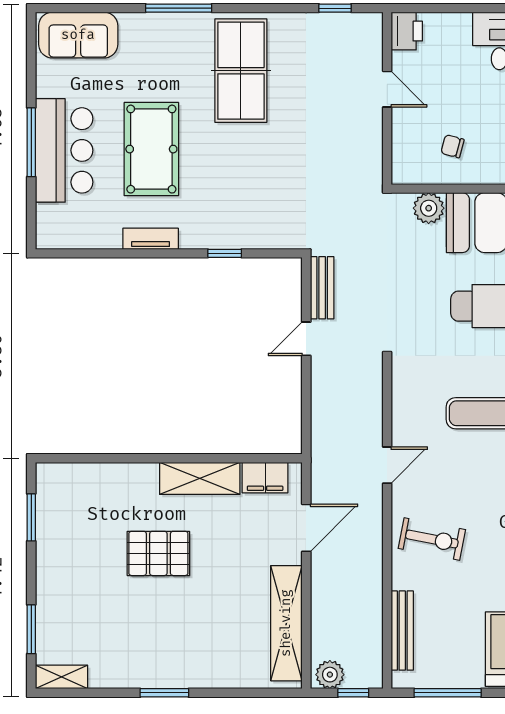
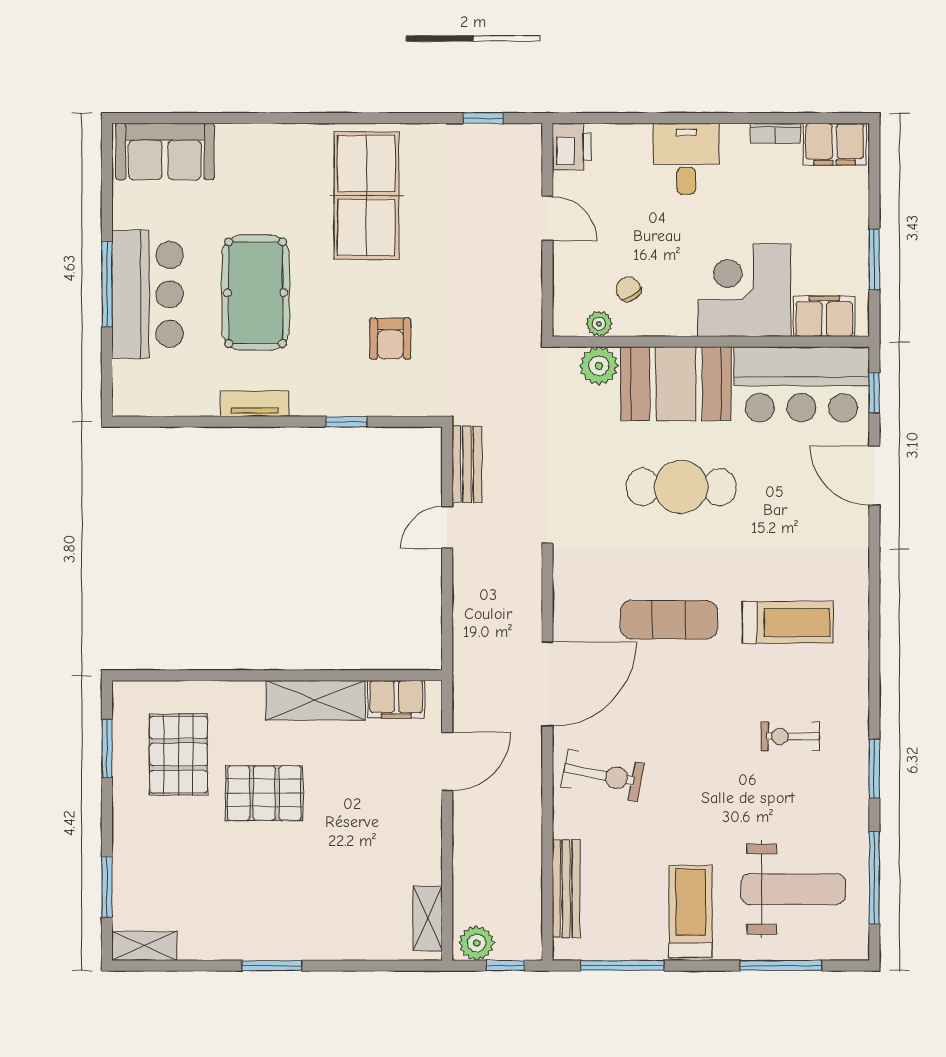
window: (179, 8) -> (289, 118), removed
chair: (452, 146) -> (628, 289), turned 43
plant: (429, 174) -> (599, 324), added
armchair: (260, 186) -> (390, 339), added
door: (387, 465) -> (547, 684), width x1.88
pallet: (89, 522) -> (179, 755), added
shelving: (286, 623) -> (428, 918), width x0.45, depth x0.75

